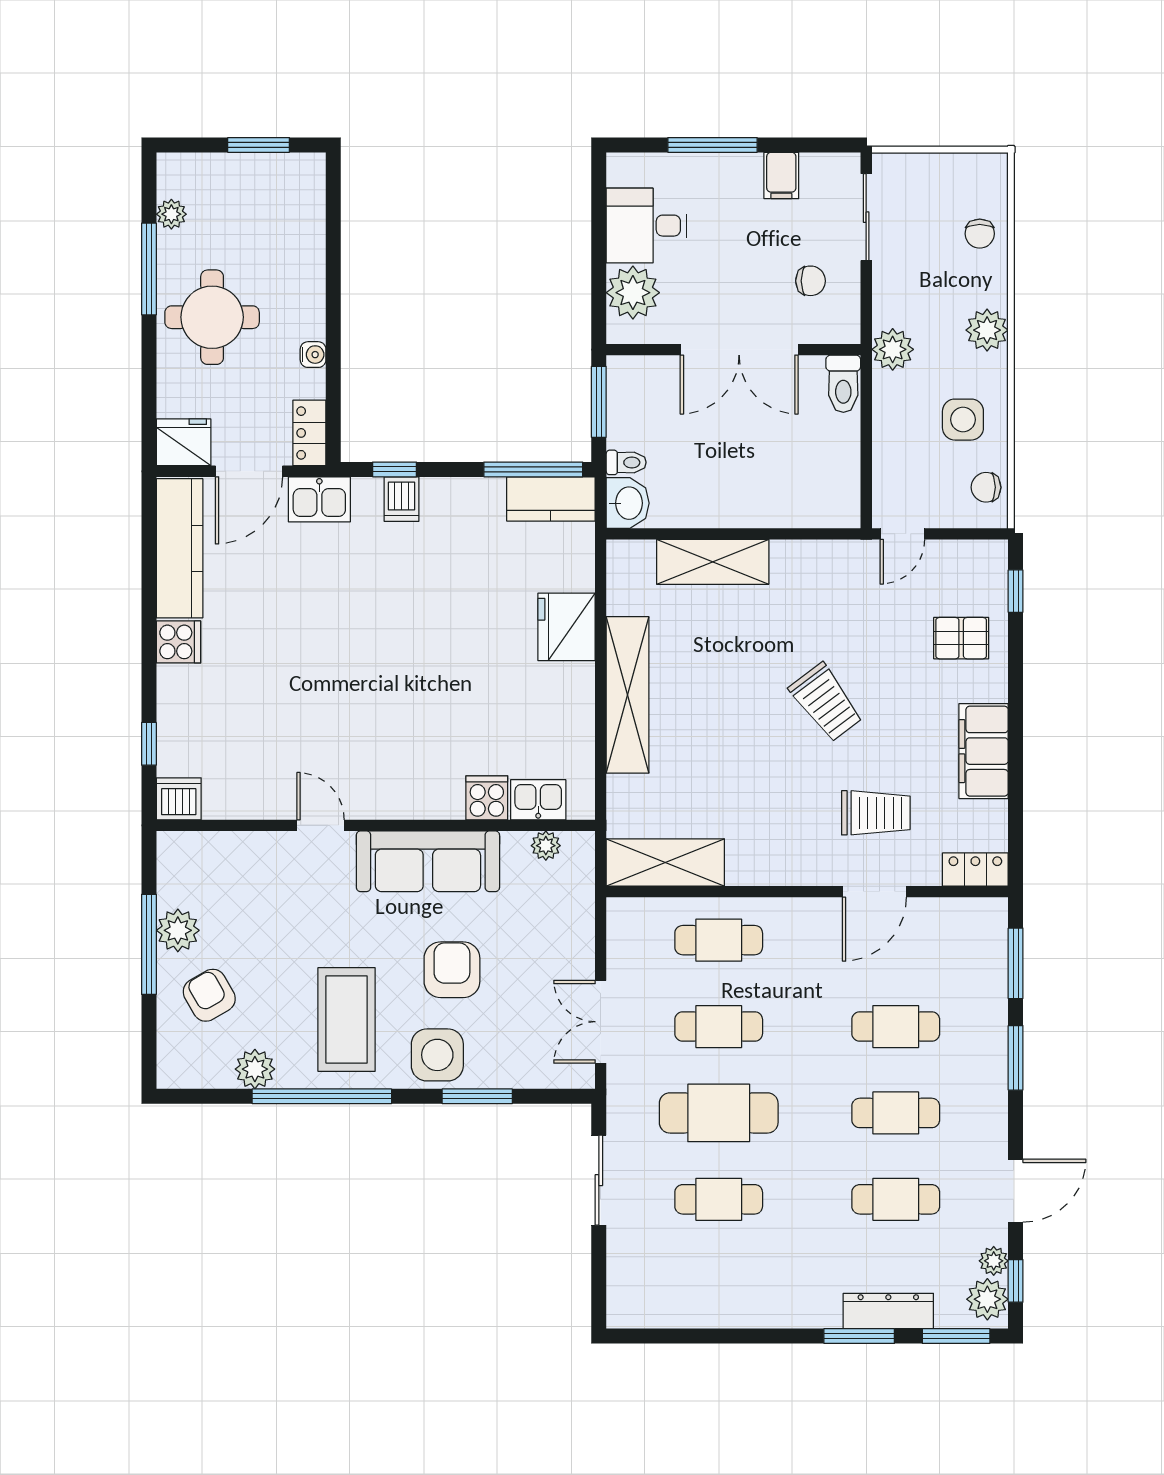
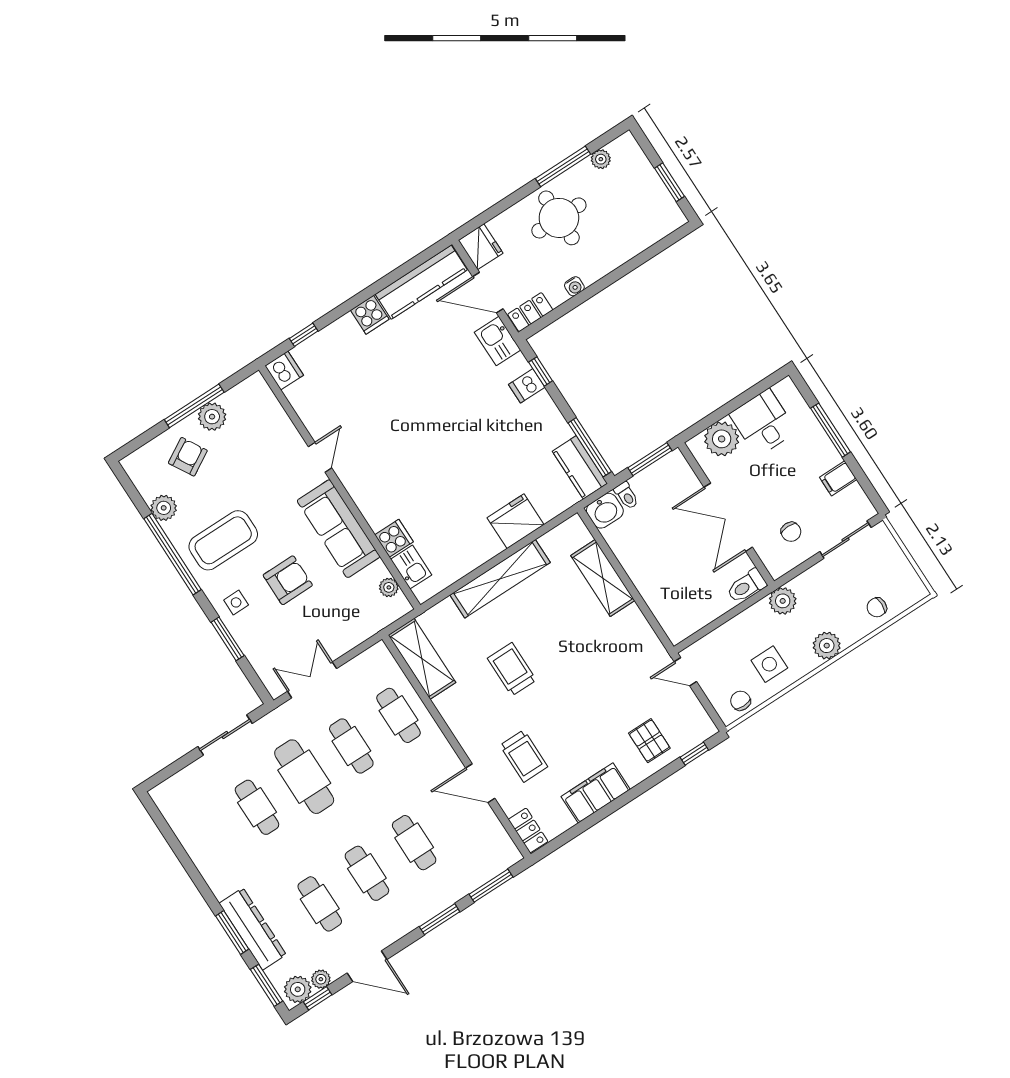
trolley: (826, 702) -> (512, 669), moved, turned 127
side table: (437, 1055) -> (236, 602), width x0.54, depth x0.54
dresser: (888, 1311) -> (253, 929), width x1.37, depth x1.24

